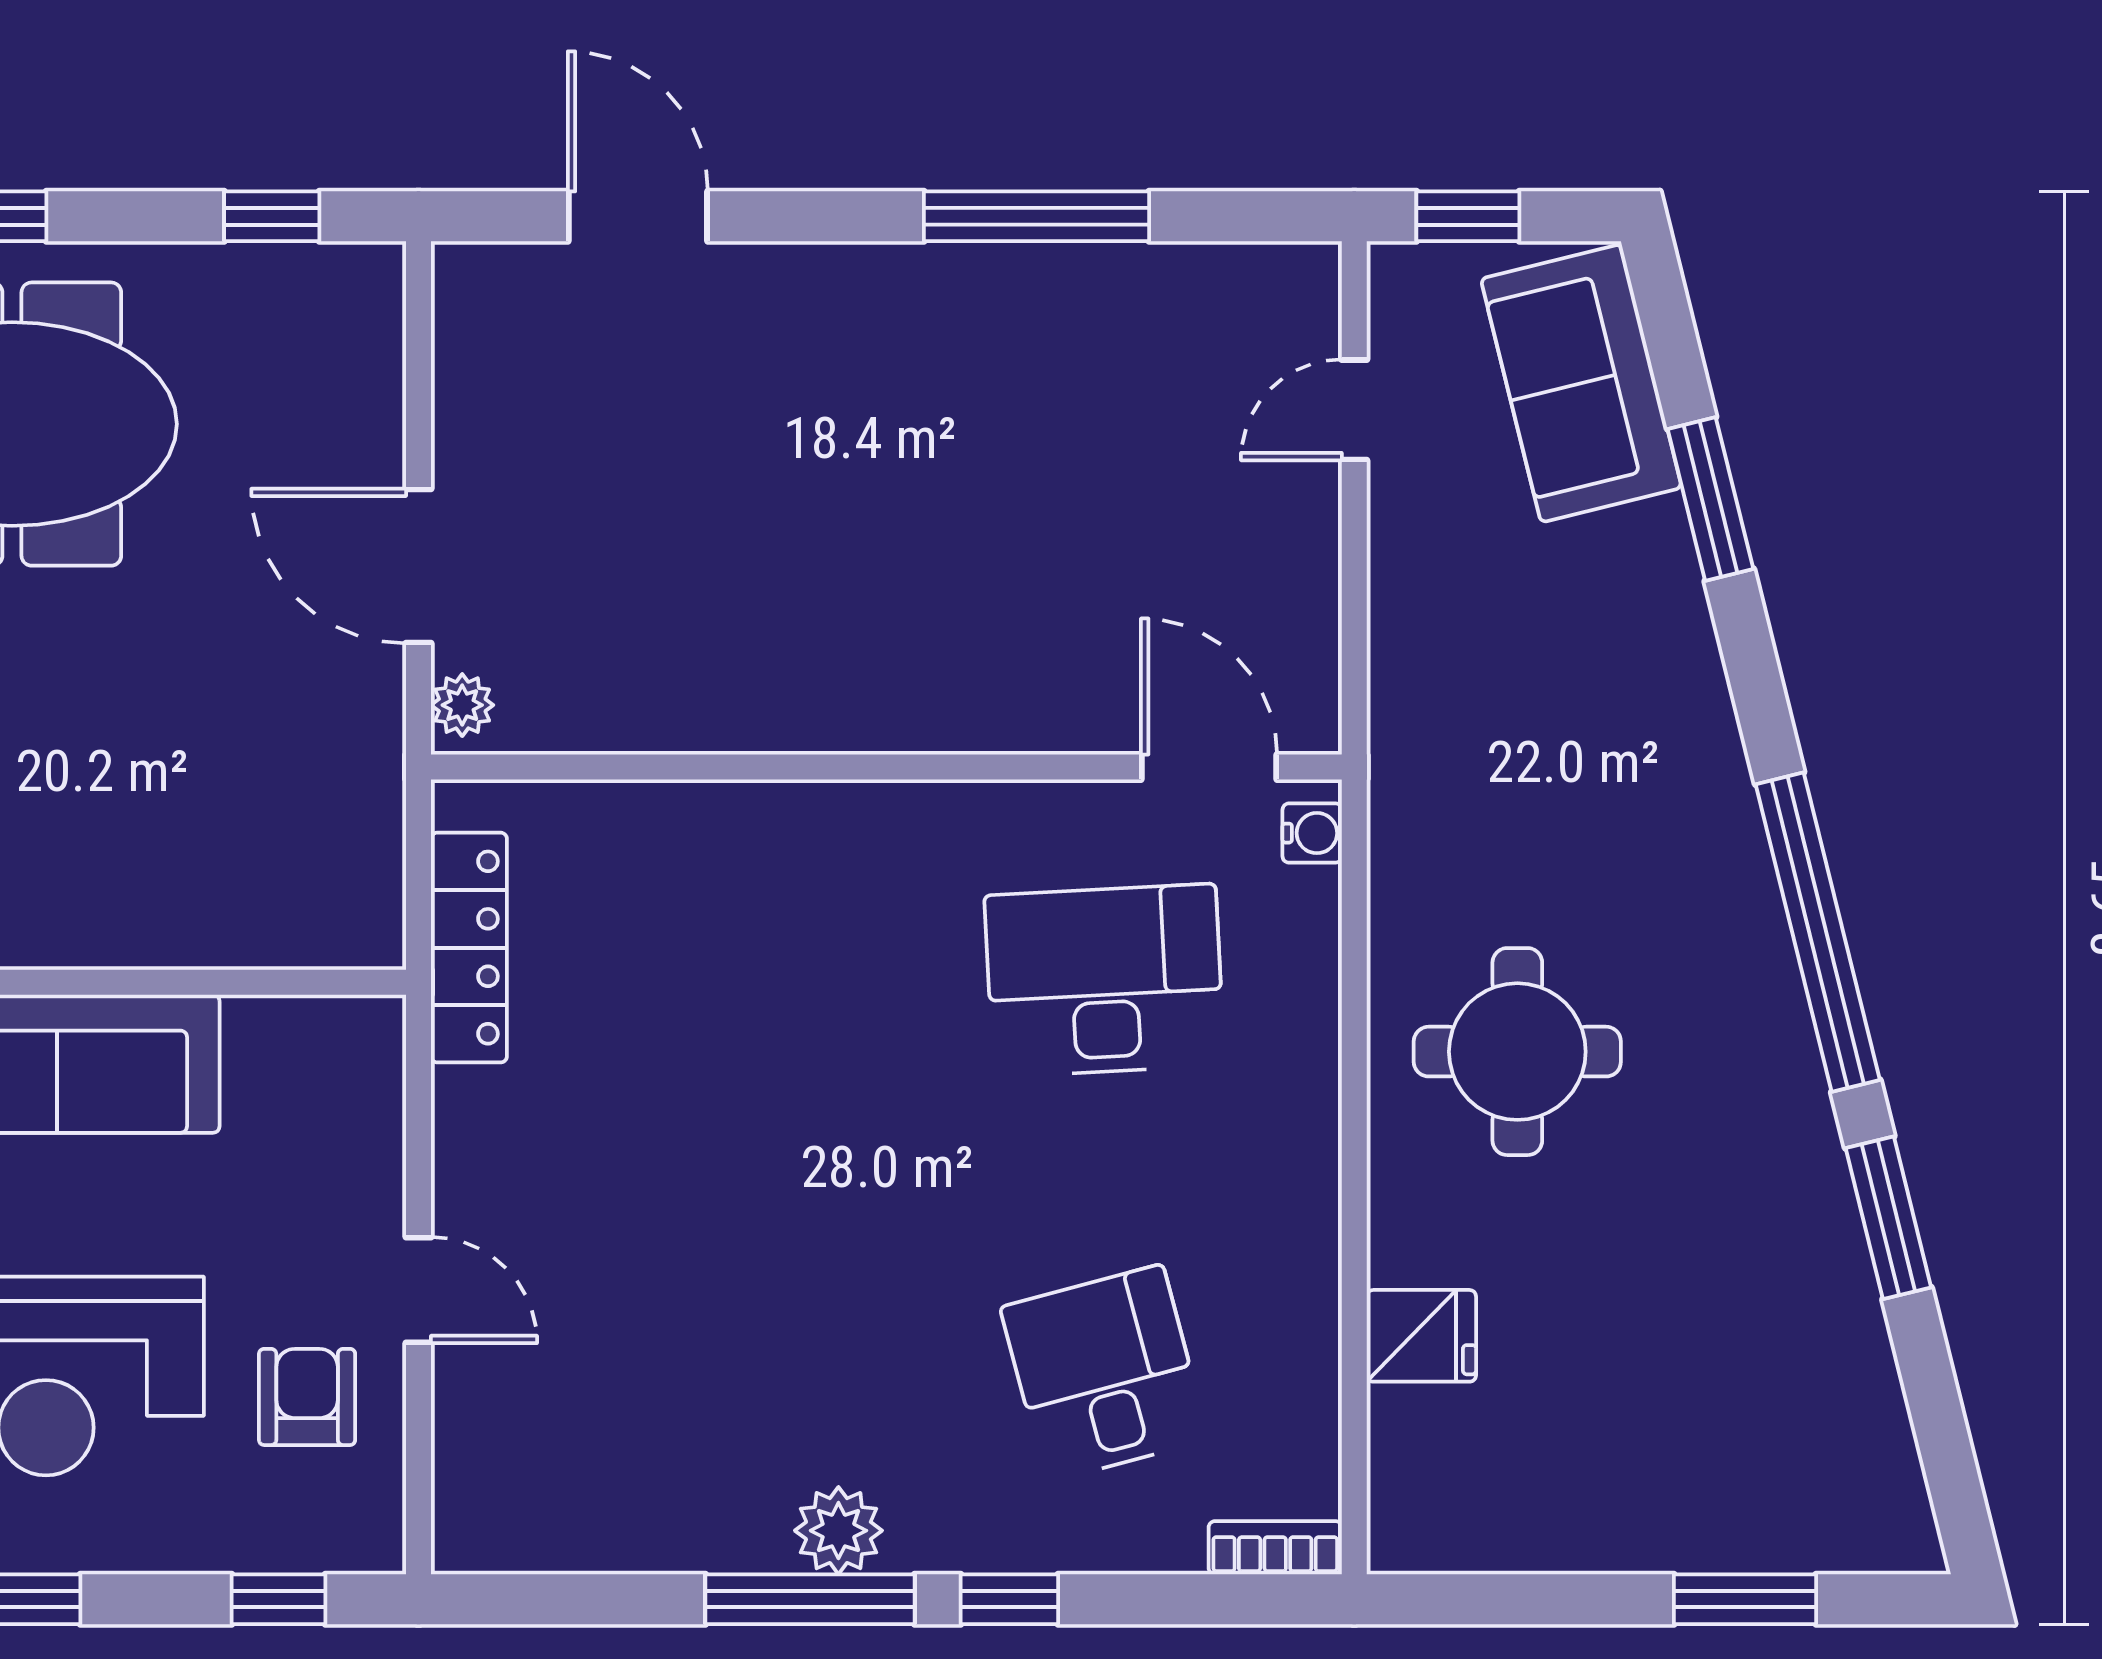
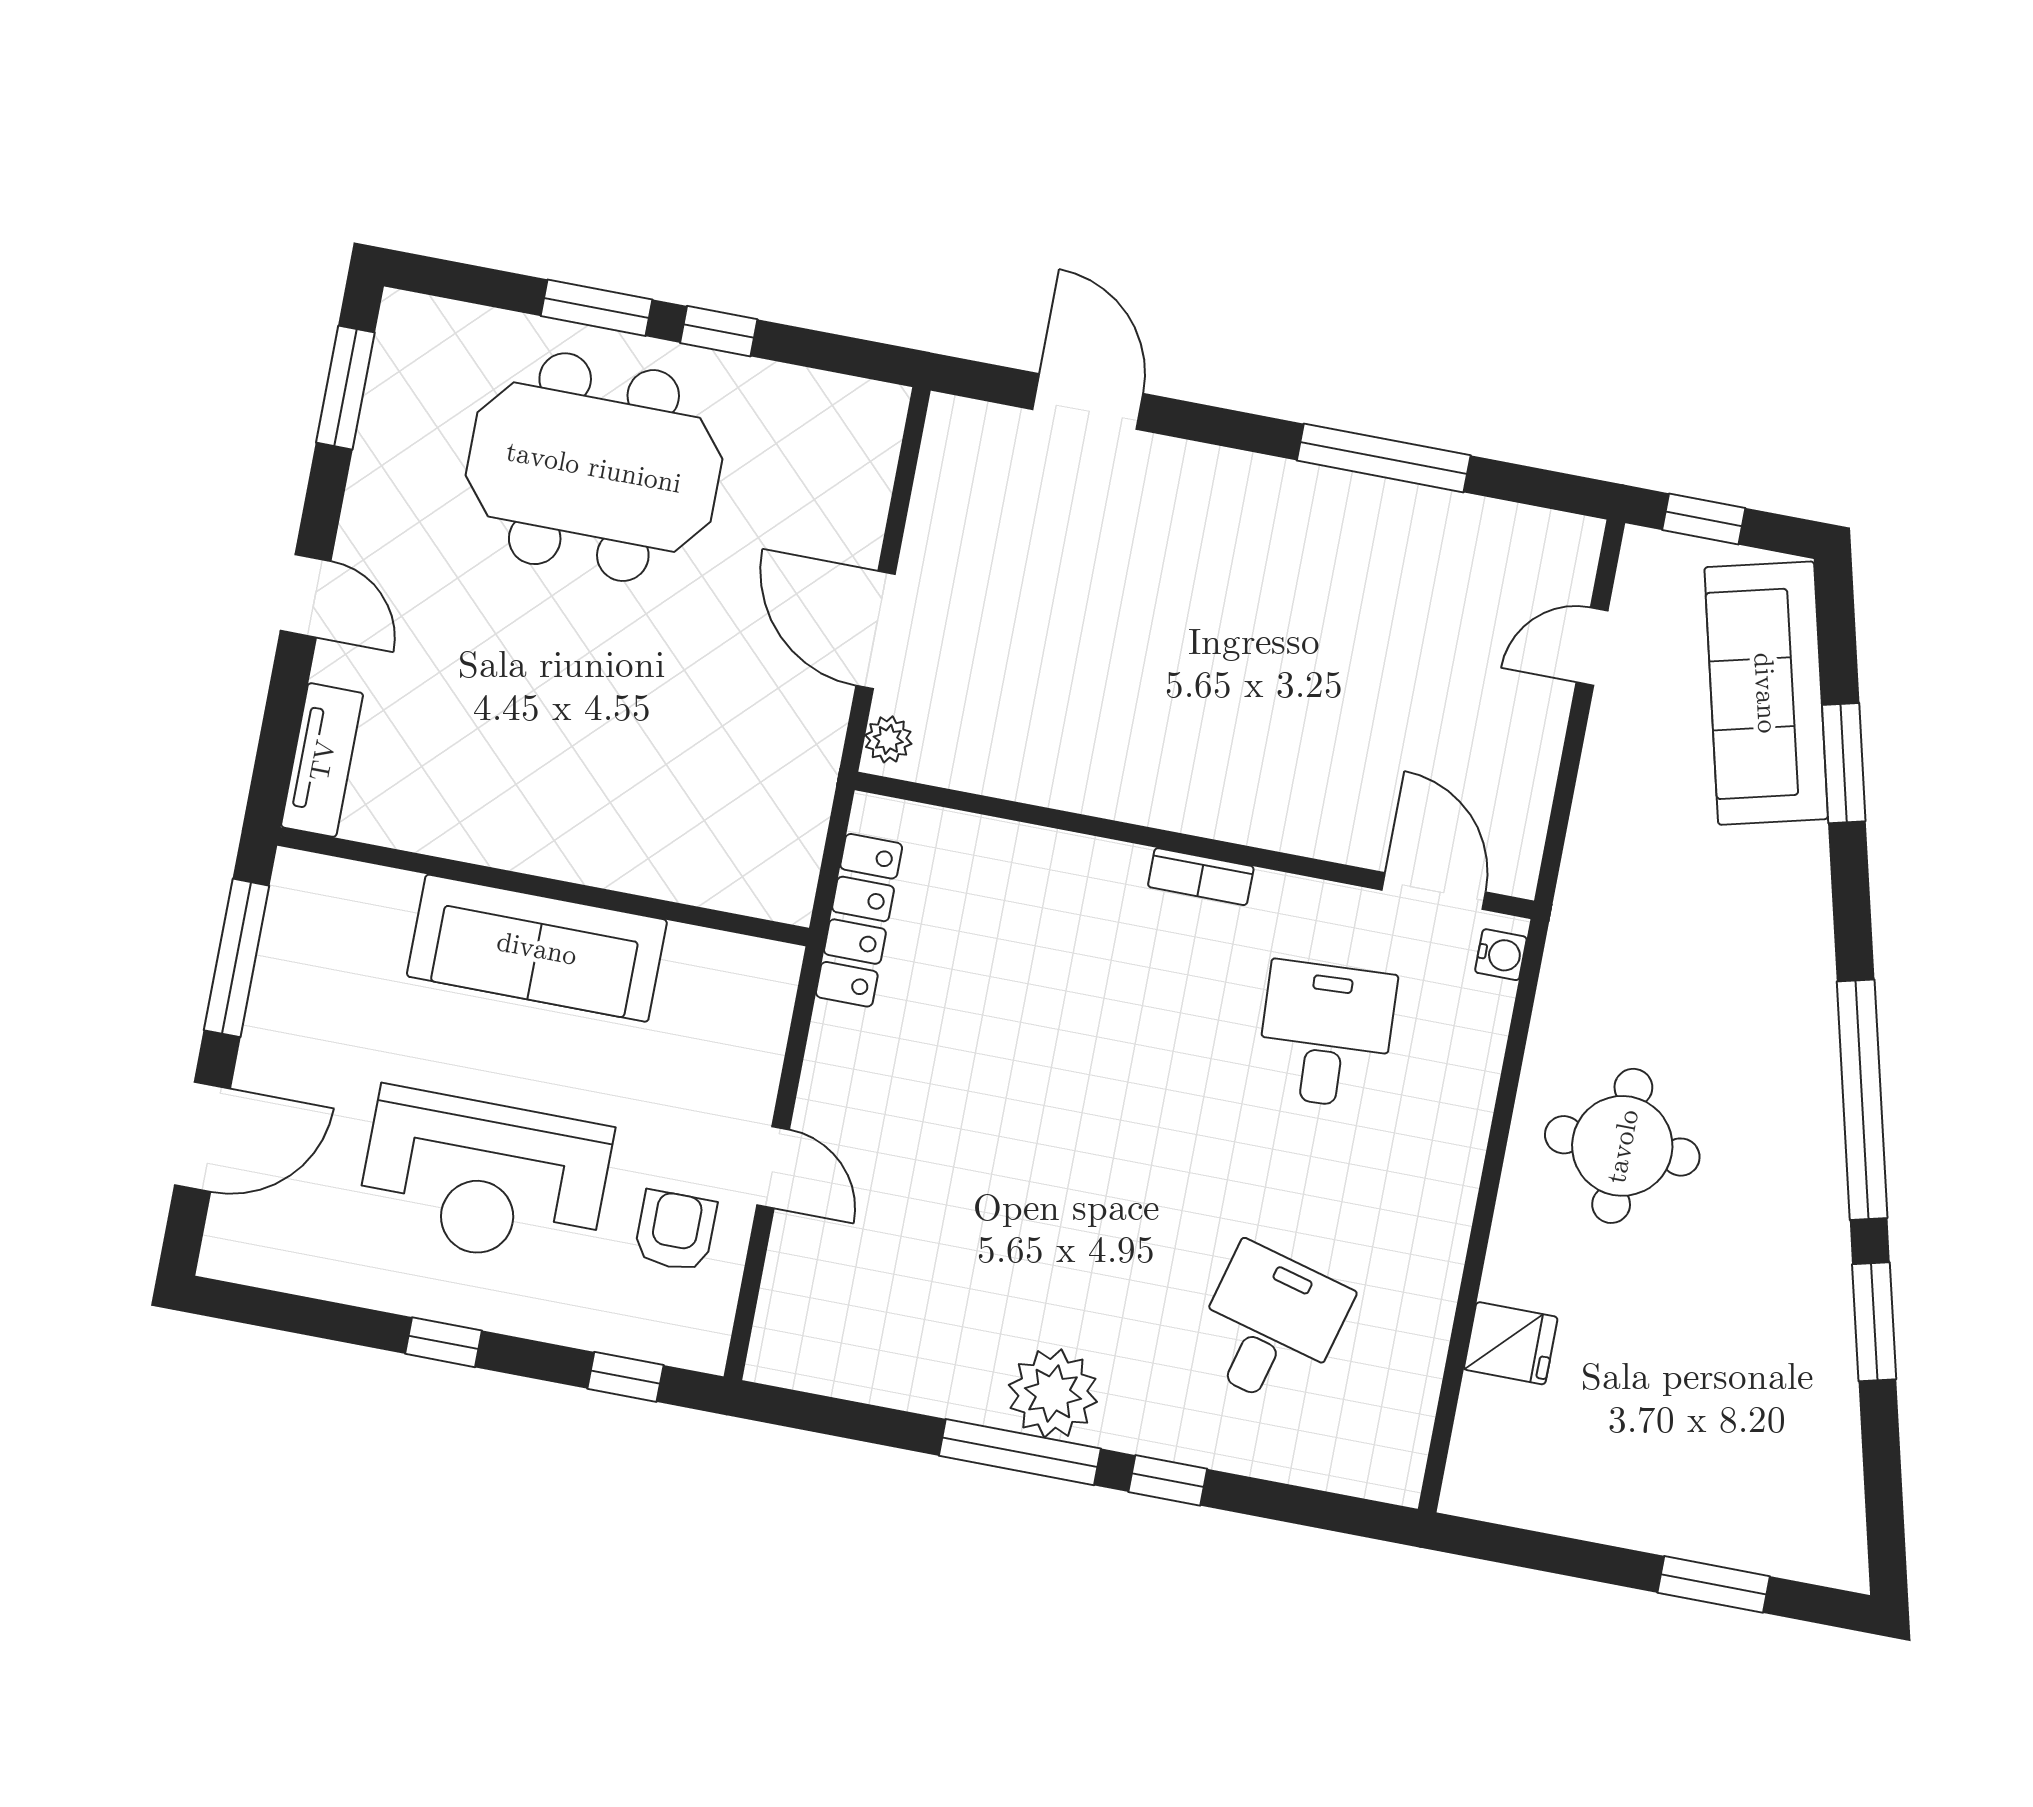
window: (272, 216) -> (719, 331), moved
sofa: (1581, 383) -> (1766, 693), width x1.36
desk: (1105, 980) -> (1326, 1035), width x0.73
desk: (1105, 1373) -> (1270, 1326), turned 30
plant: (838, 1531) -> (1053, 1393), width x1.36, depth x1.36
bookcase: (1275, 1548) -> (1201, 877), moved, turned 180

